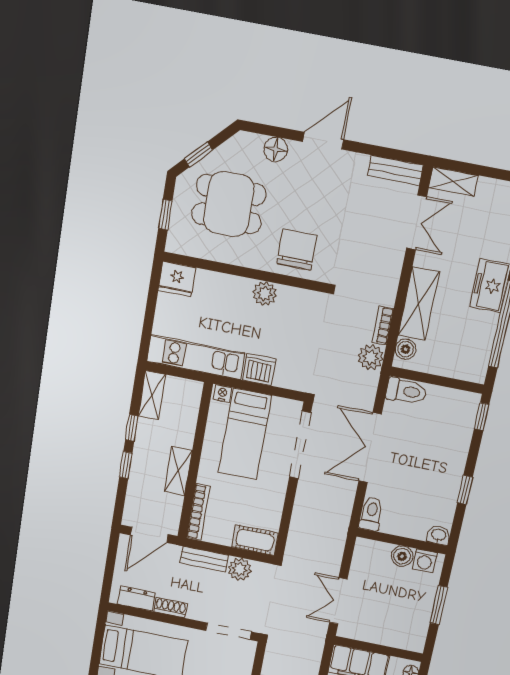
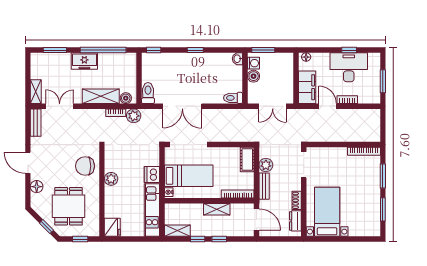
toilet: (371, 514) -> (233, 98), moved
washbasin: (439, 535) -> (237, 59), moved
wall: (402, 541) -> (245, 78), moved
boiler: (402, 556) -> (254, 76), moved
washing machine: (425, 561) -> (254, 63), moved

